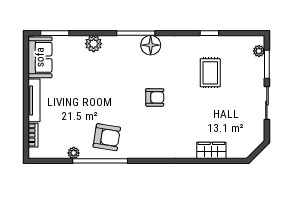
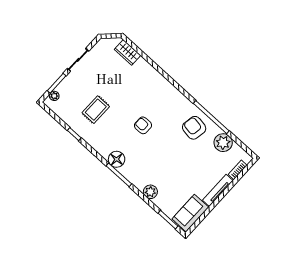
wardrobe: (211, 150) -> (128, 52), moved
plant: (74, 153) -> (223, 143), width x1.88, depth x1.88

